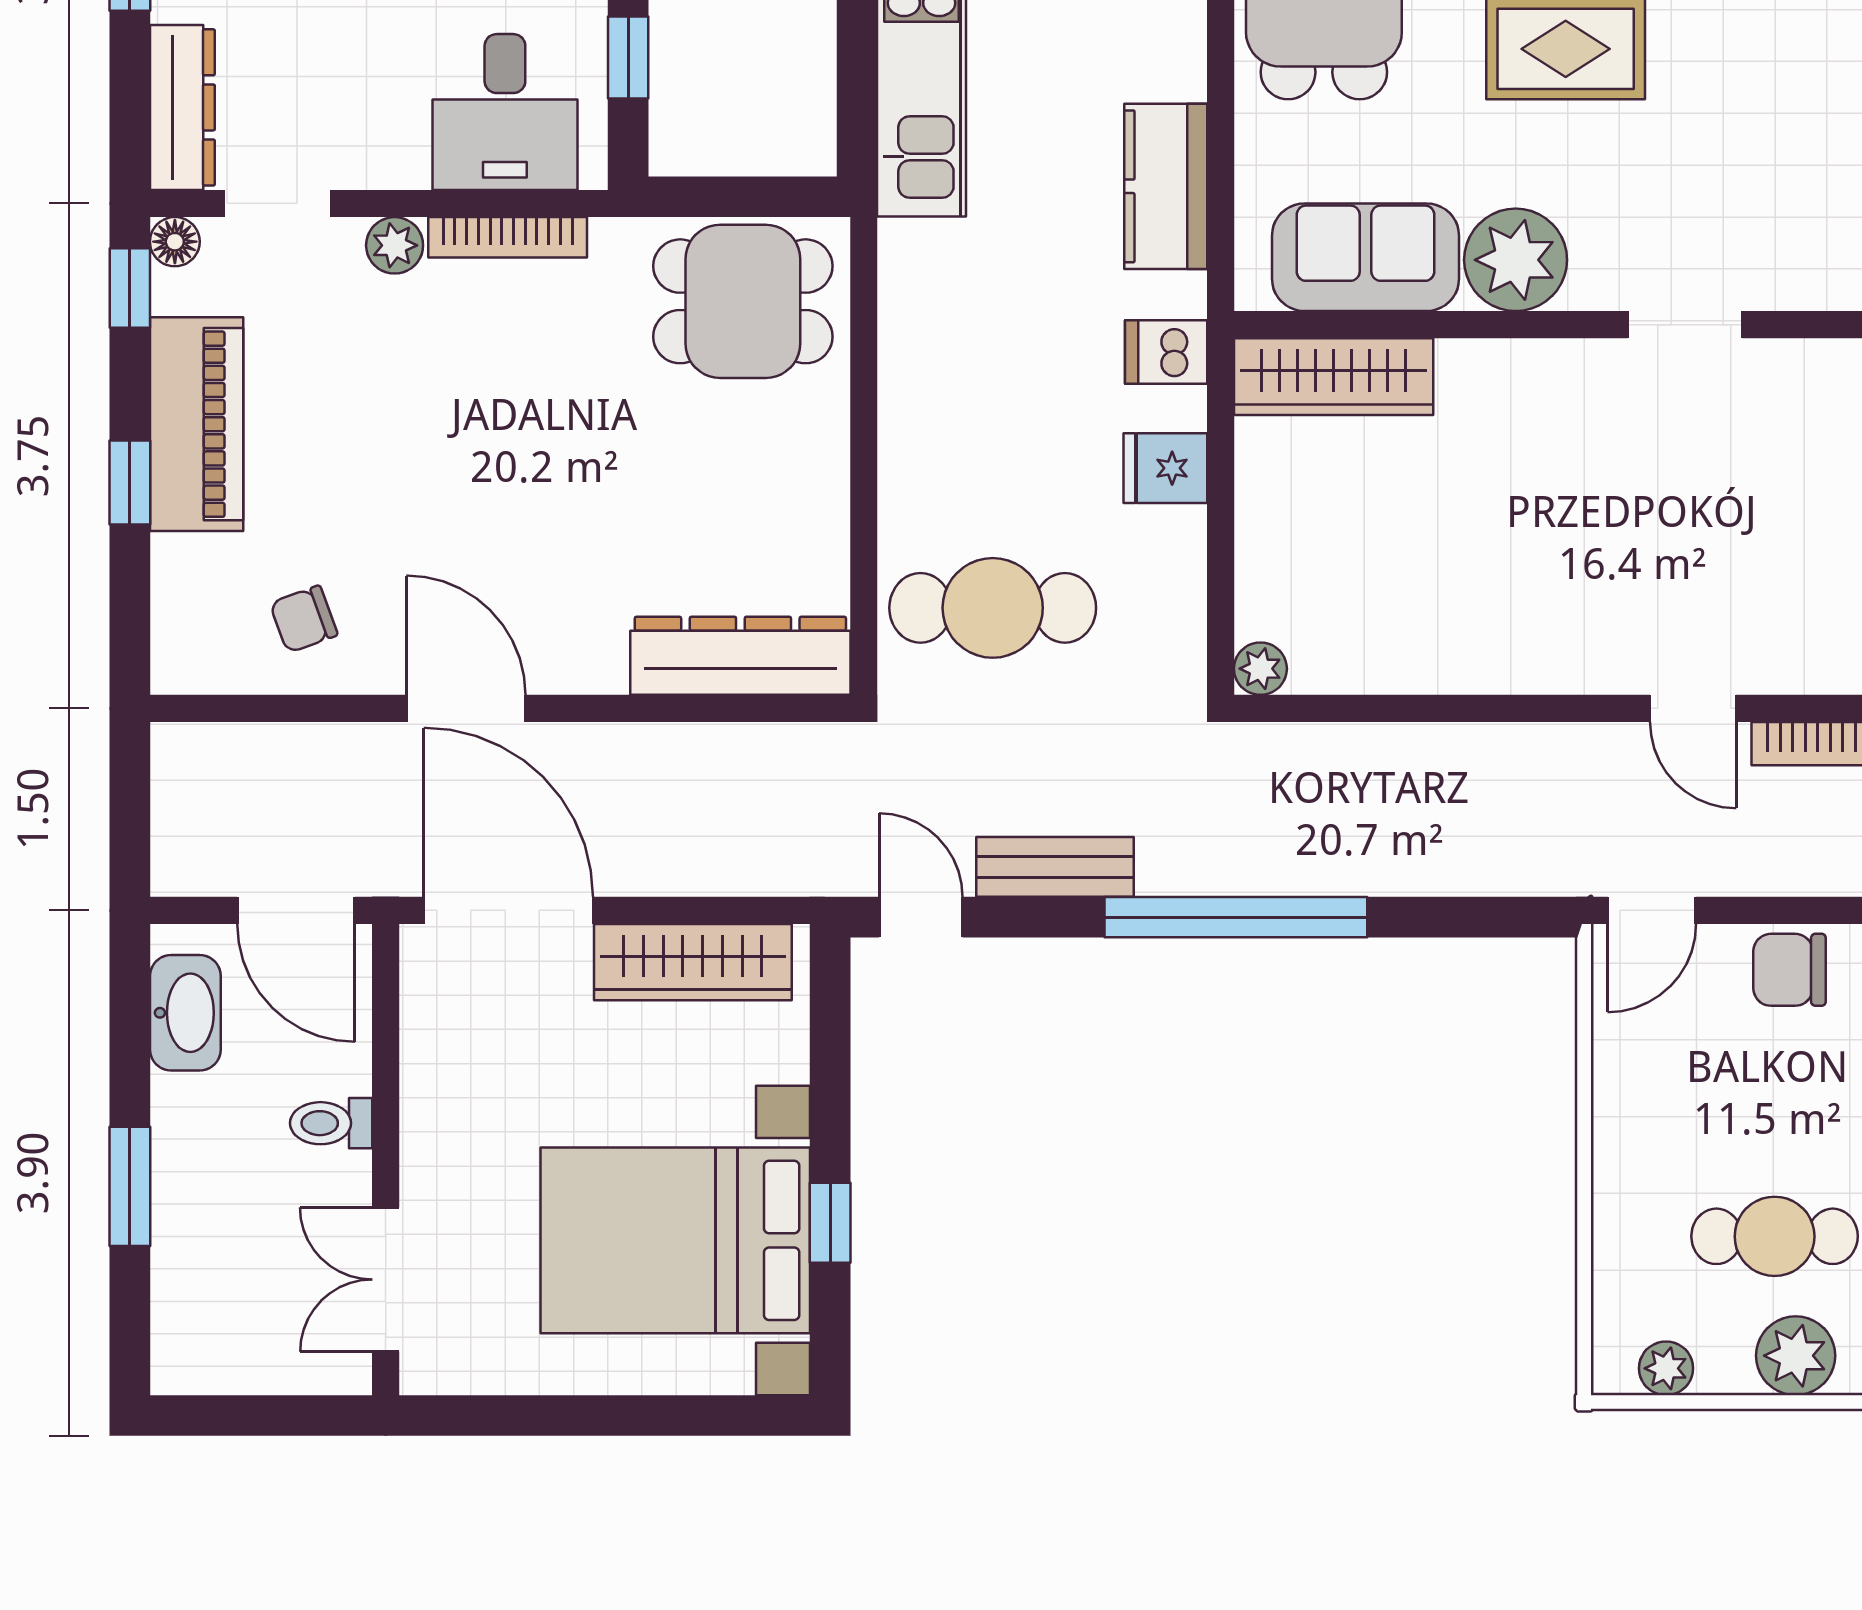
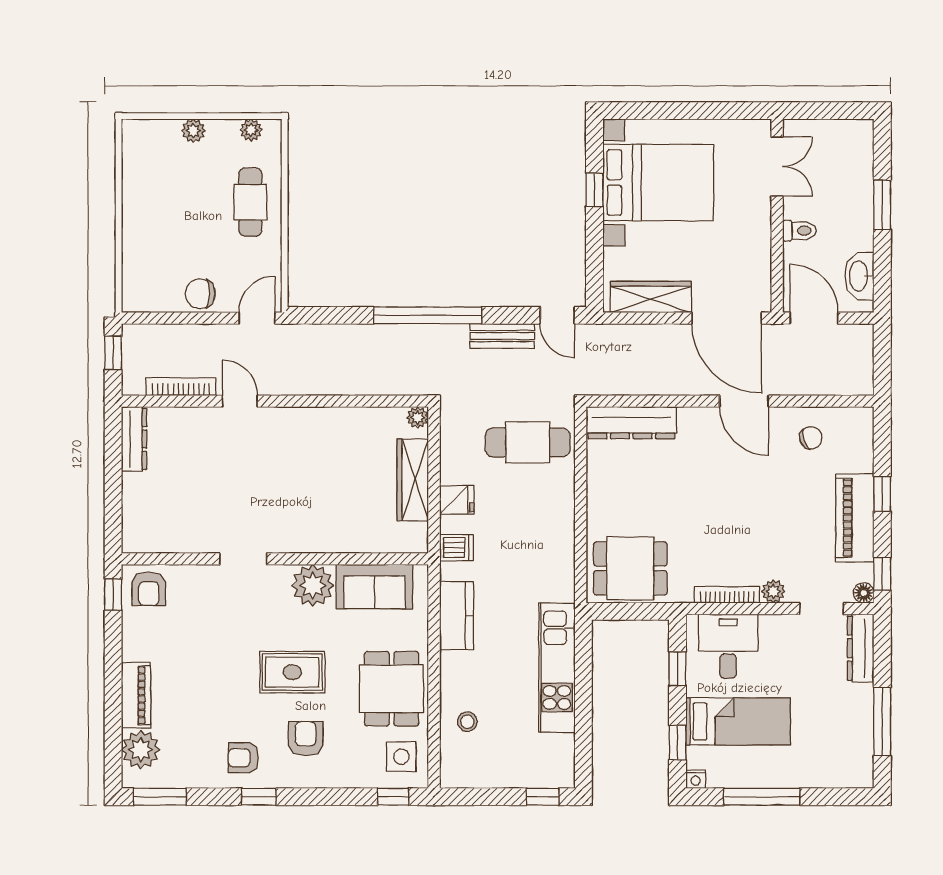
wardrobe: (1334, 377) -> (413, 480), moved, turned -90
chair: (1790, 970) -> (200, 294), turned 180
cafe table: (1775, 1236) -> (250, 202), moved, turned 90
plant: (1796, 1356) -> (193, 131), width x0.73, depth x0.73

